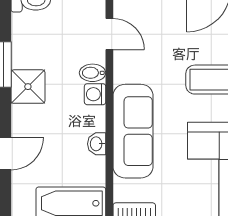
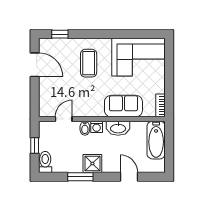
sofa: (133, 131) -> (123, 106), width x0.73
washbasin: (97, 144) -> (118, 128), width x1.91, depth x1.45

